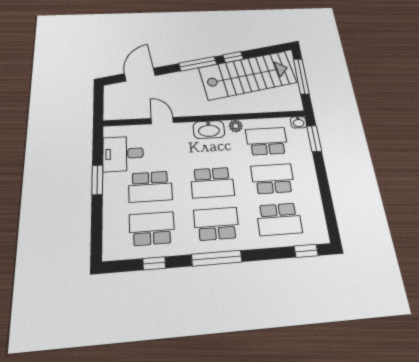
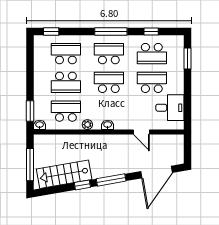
door: (140, 75) -> (156, 172), width x1.36
stairs: (248, 75) -> (64, 174), width x0.73, depth x0.66
washbasin: (209, 130) -> (108, 125), width x0.52, depth x0.69
school desk: (267, 141) -> (66, 111), turned 180
window: (97, 180) -> (188, 58), moved
school desk: (216, 224) -> (109, 54), turned 180

